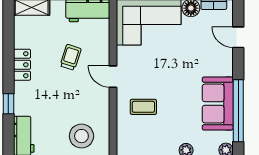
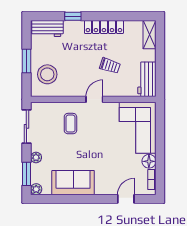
locker: (22, 65) -> (104, 27), width x1.53
window: (238, 111) -> (67, 199), removed

